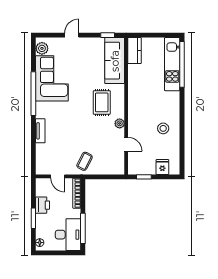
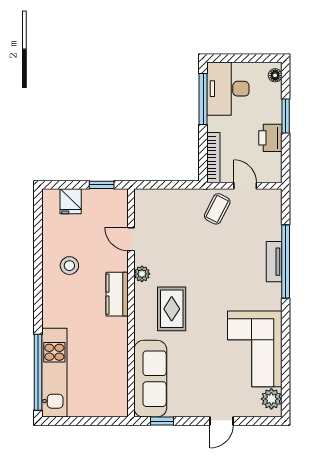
kitchen counter: (134, 51) -> (117, 294), moved
window: (33, 94) -> (286, 262), moved
coffee table: (85, 161) -> (217, 209), moved

